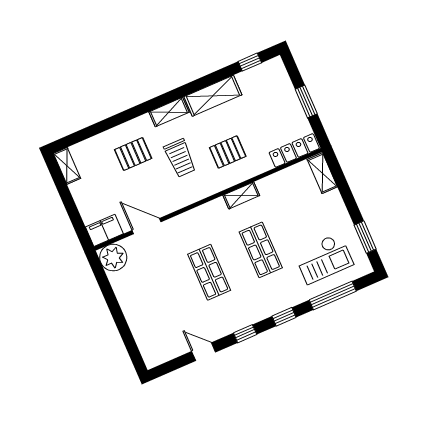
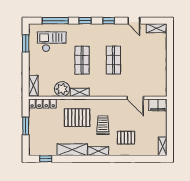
pallet: (228, 152) -> (77, 118), width x1.50, depth x1.42
plant: (113, 258) -> (62, 89), moved
shelving: (161, 355) -> (157, 28), added

